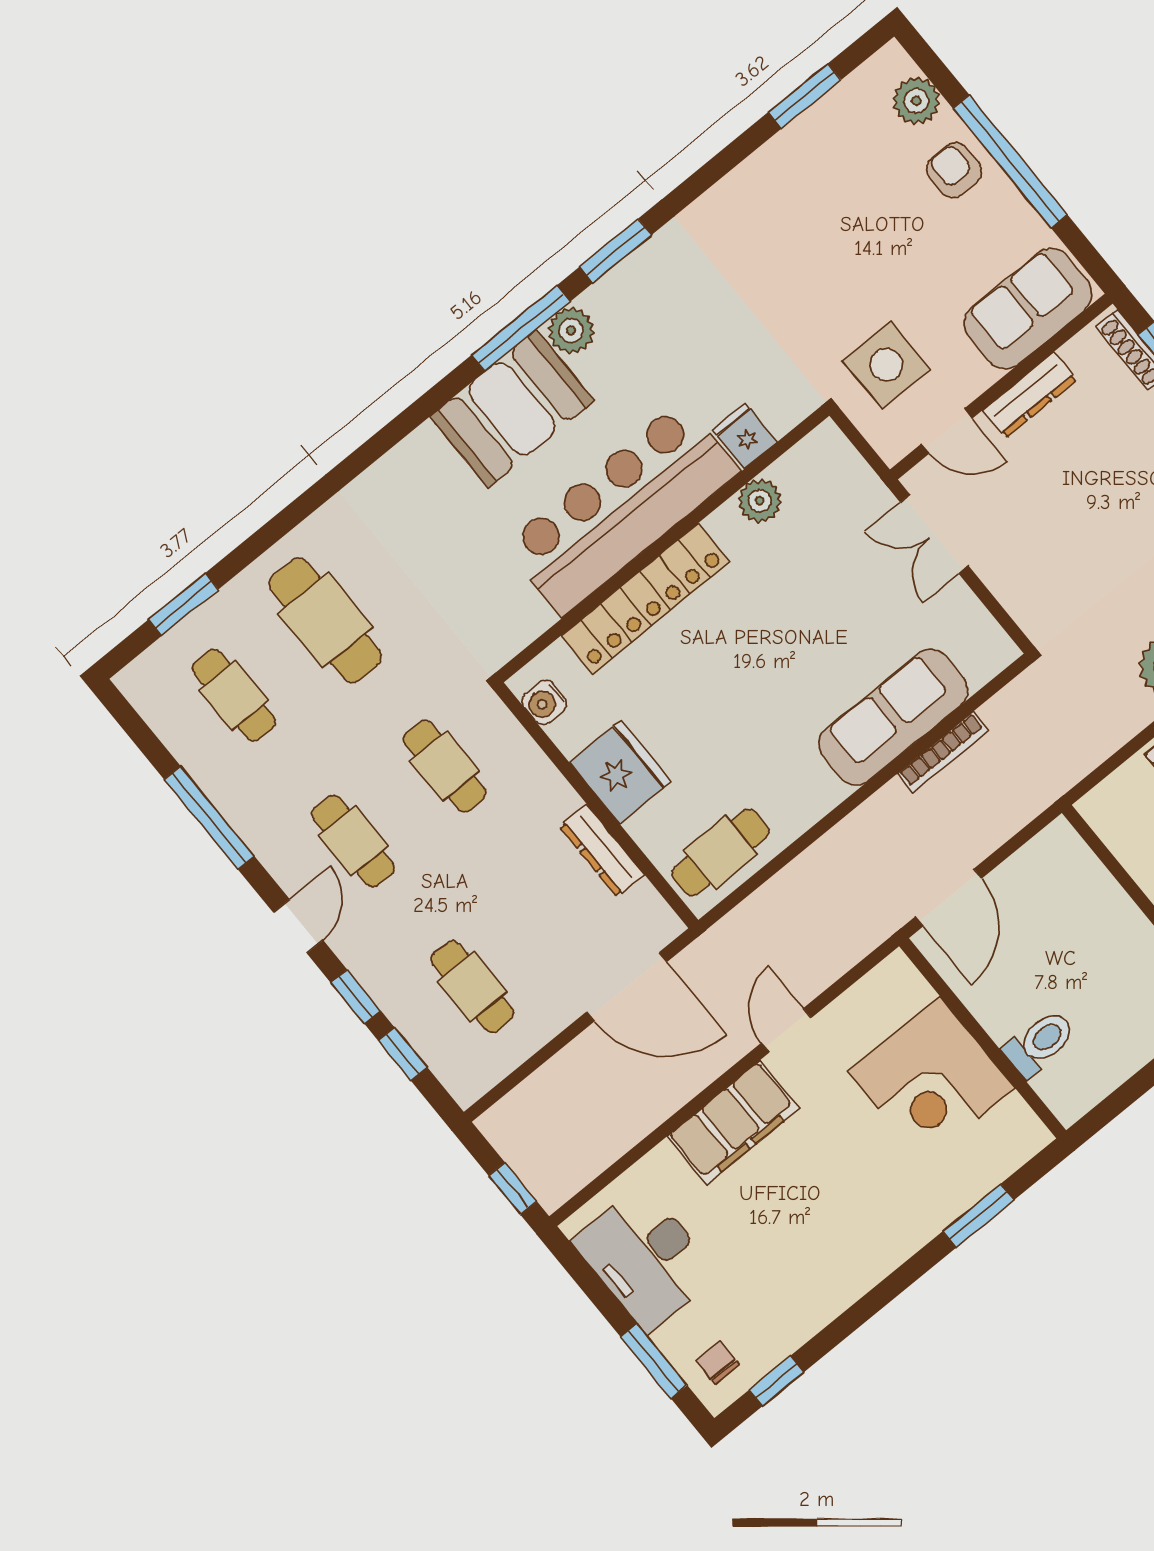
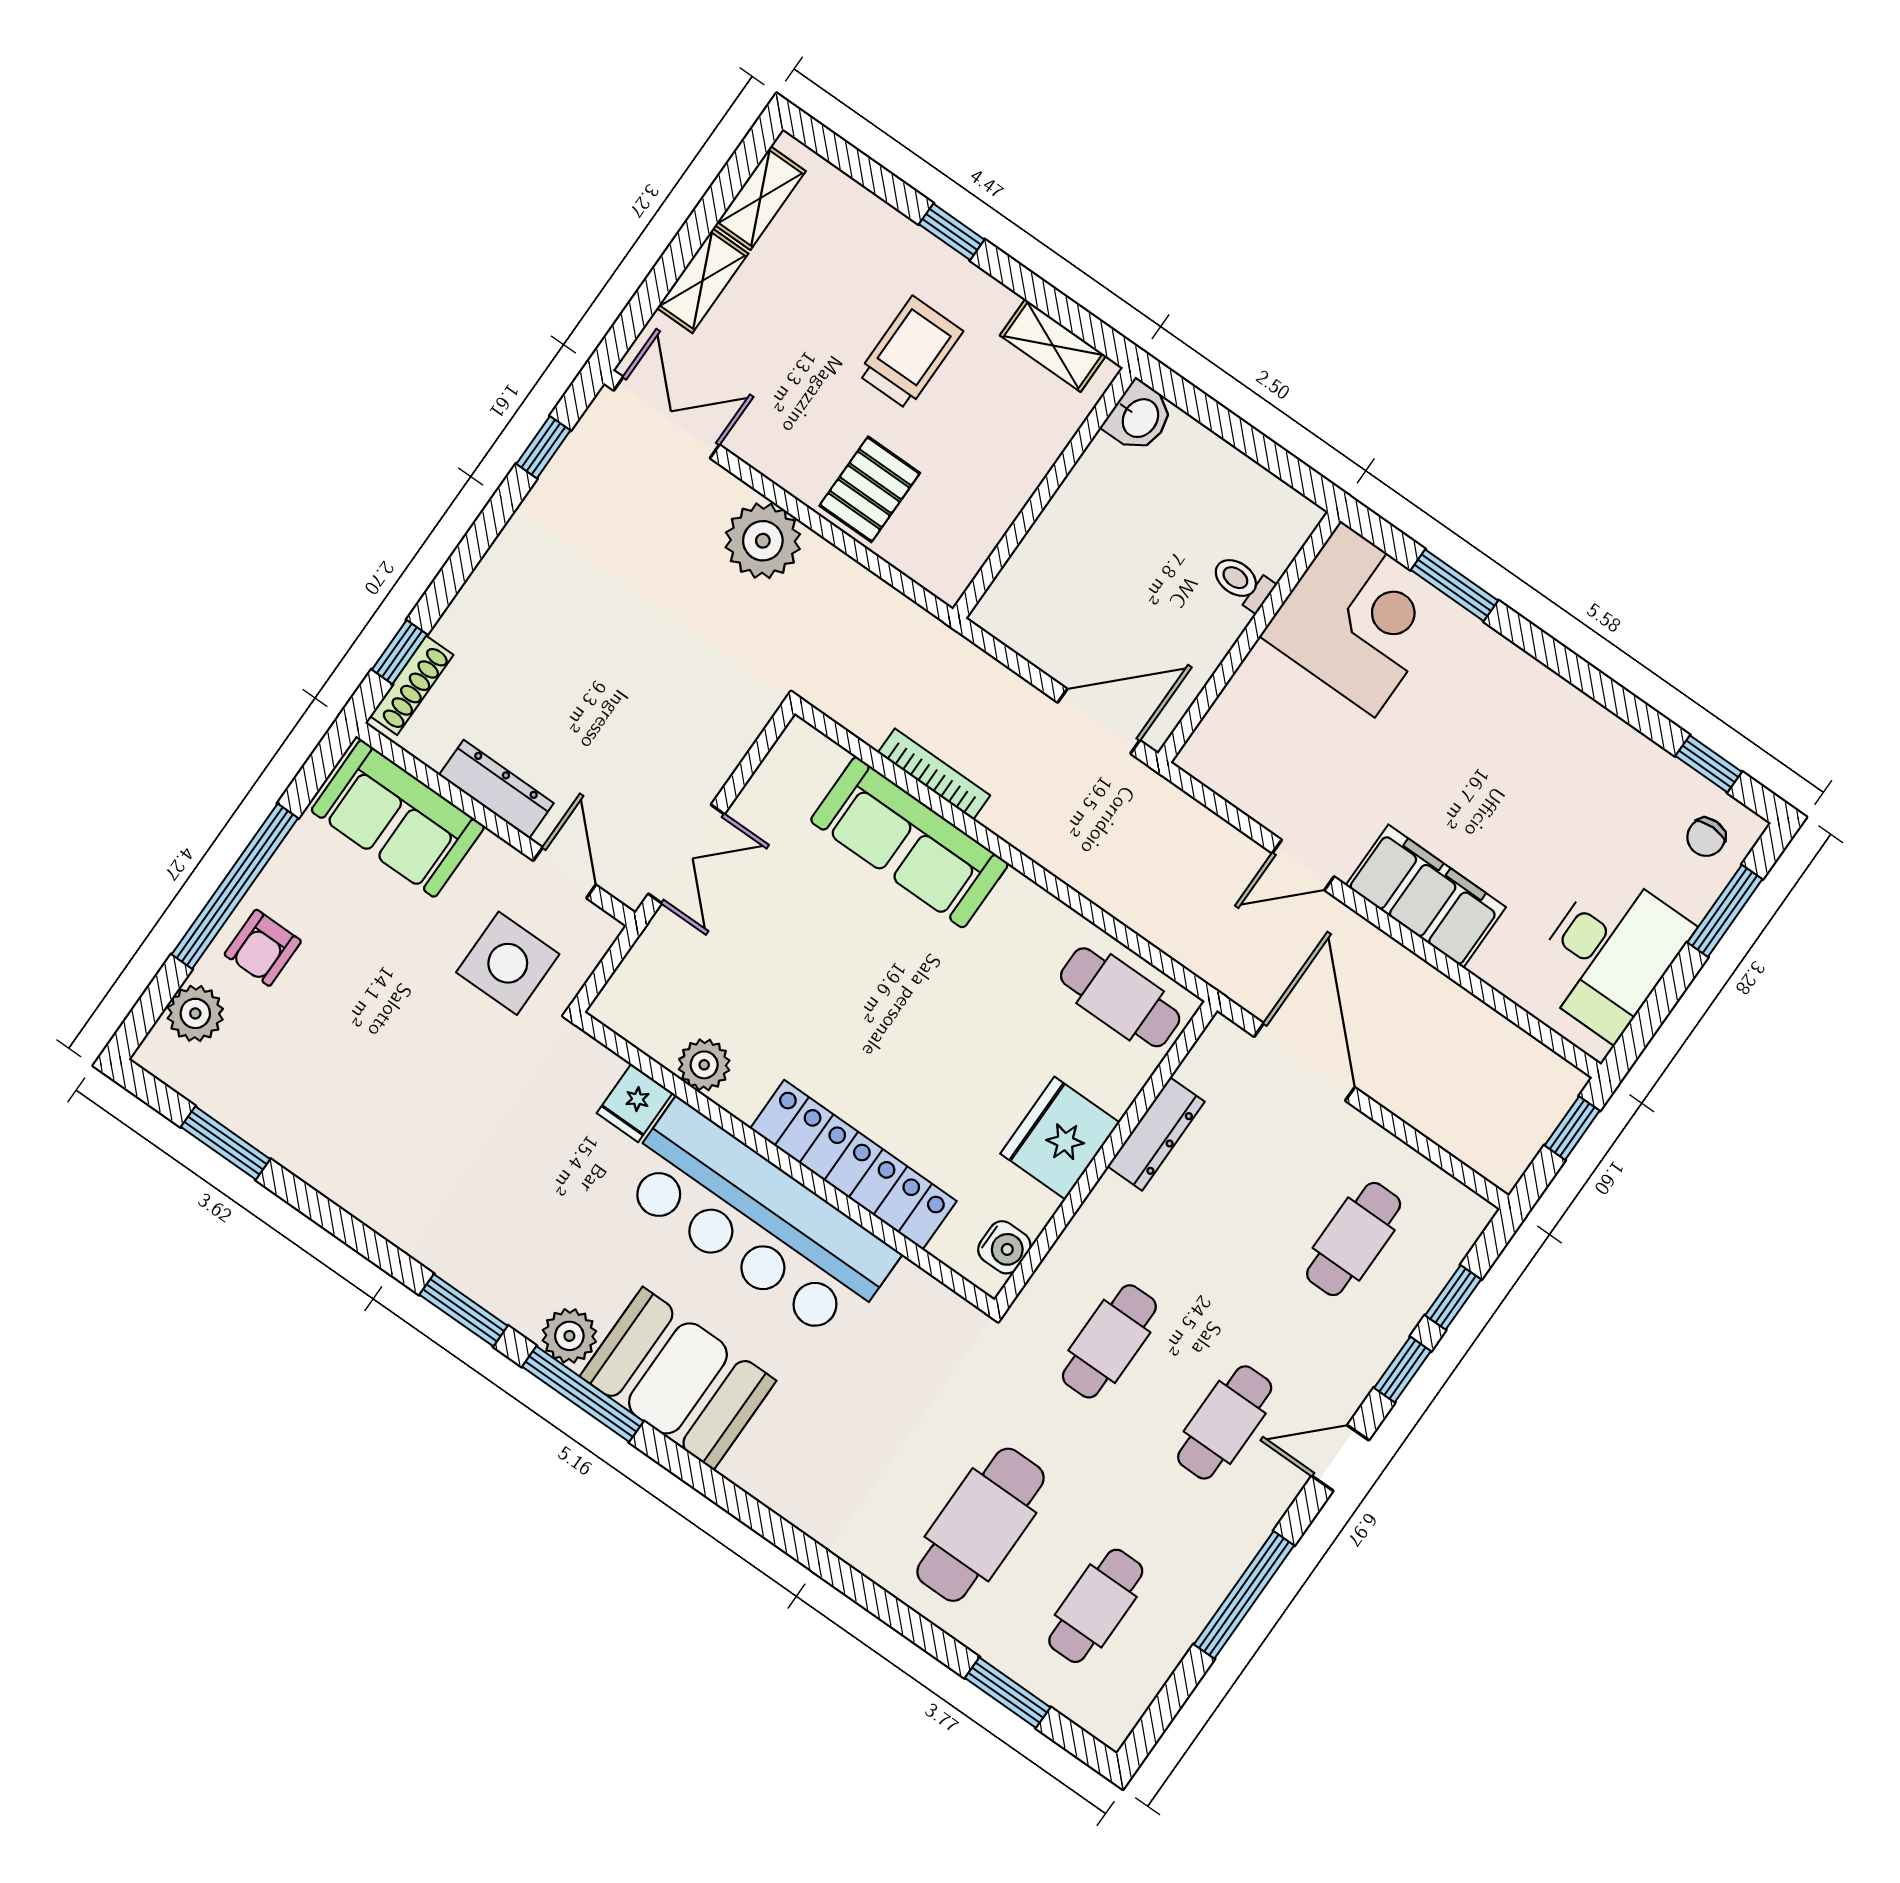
toilet: (1040, 1043) -> (1242, 582), width x0.73, depth x0.72
corner desk: (931, 1080) -> (1358, 619), moved

